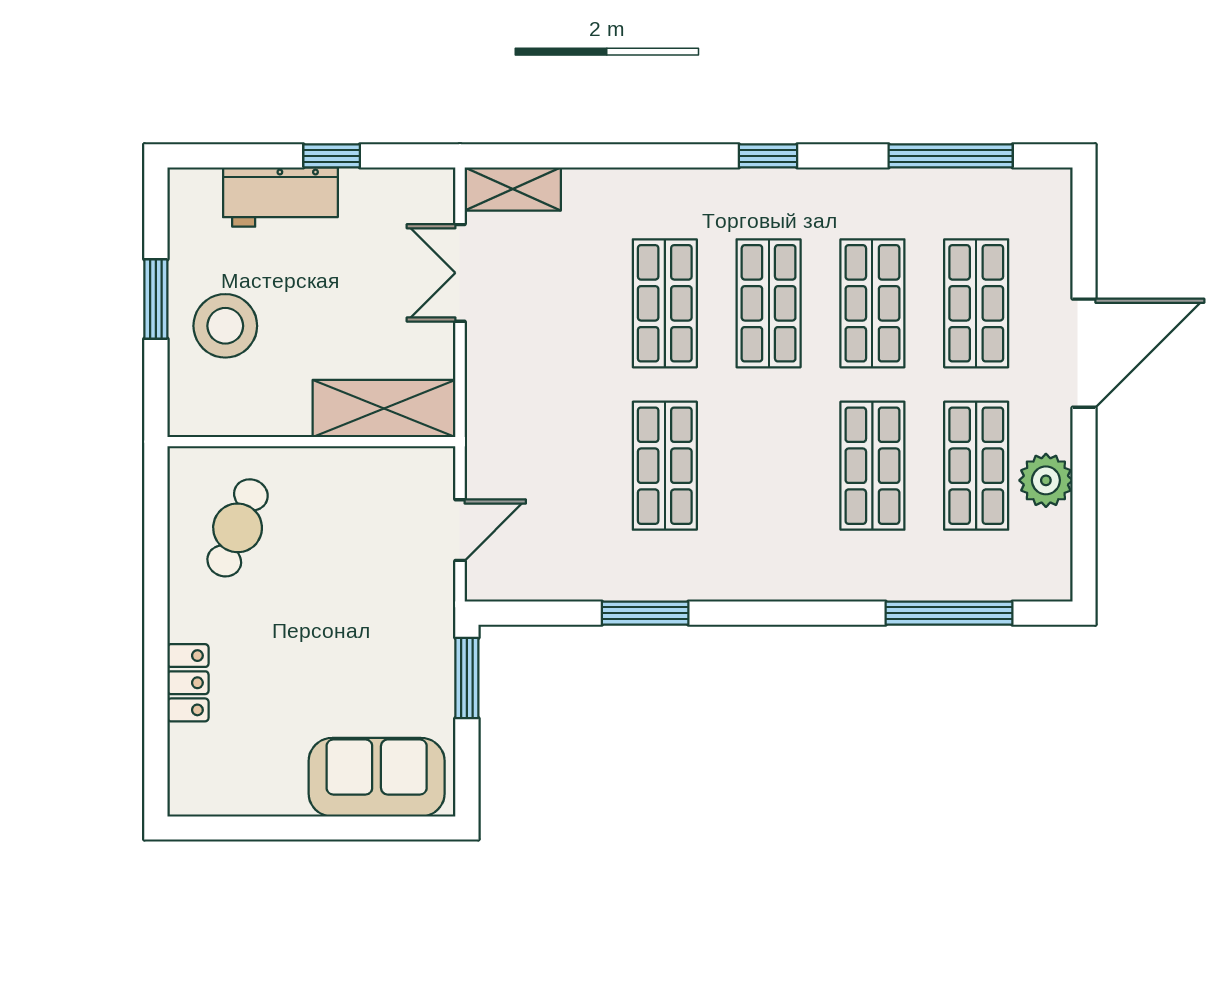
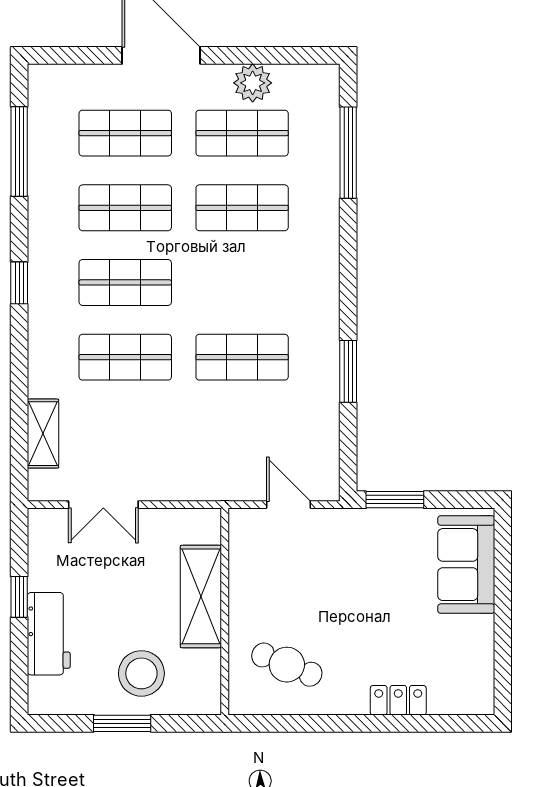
shelving: (513, 189) -> (43, 434), moved
shelving: (384, 409) -> (201, 596), moved

